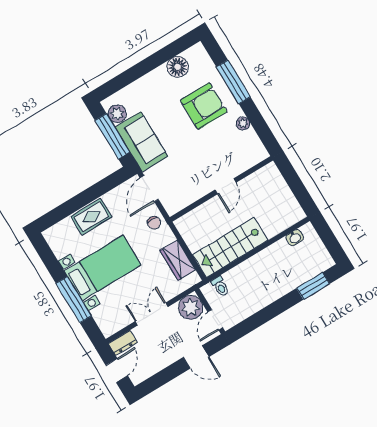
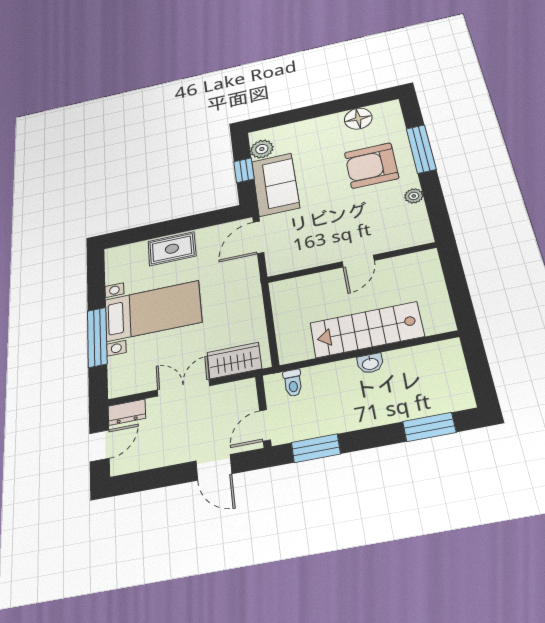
armchair: (204, 106) -> (371, 165), turned 180
window: (112, 136) -> (244, 170), width x0.46
chair: (154, 223) -> (244, 278), removed
washbasin: (295, 238) -> (370, 363), moved
stairs: (230, 247) -> (367, 330), moved
wardrobe: (178, 260) -> (234, 361), moved, turned 90
plant: (191, 307) -> (239, 397), removed
window: (252, 323) -> (316, 448), added

